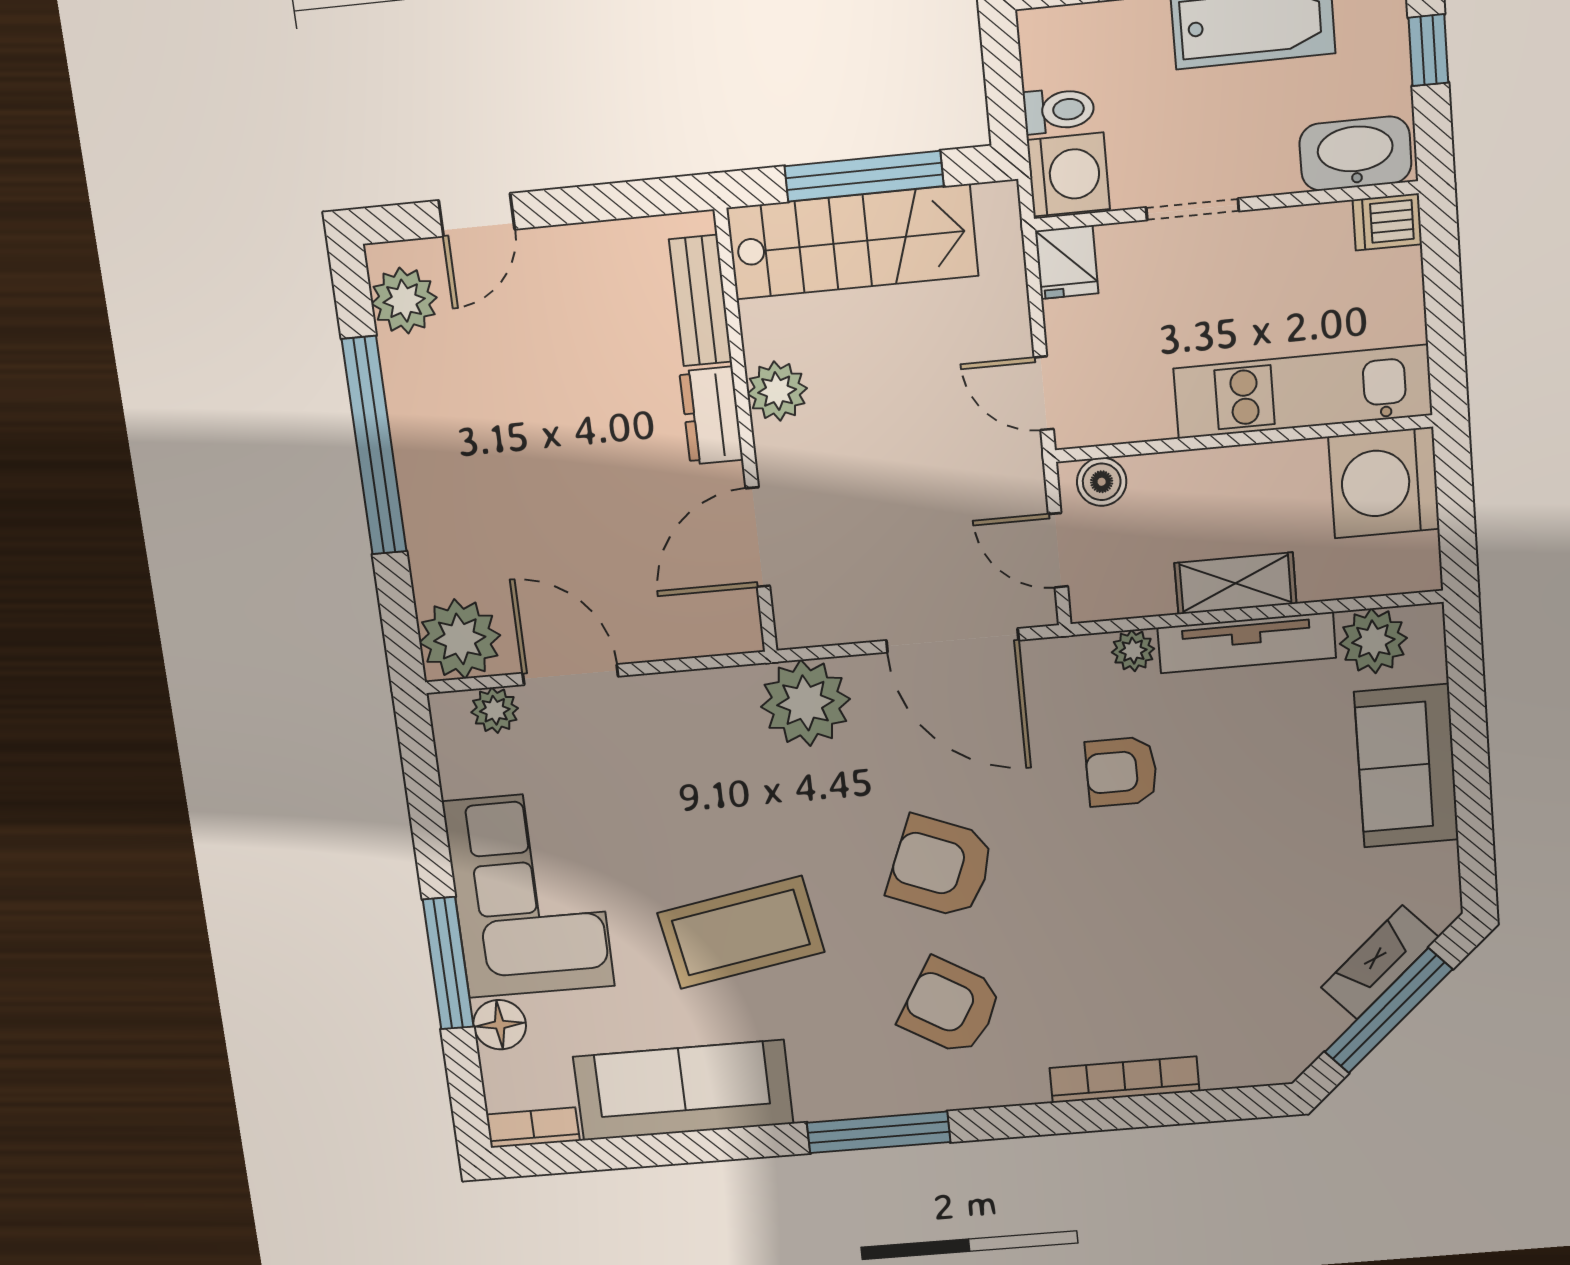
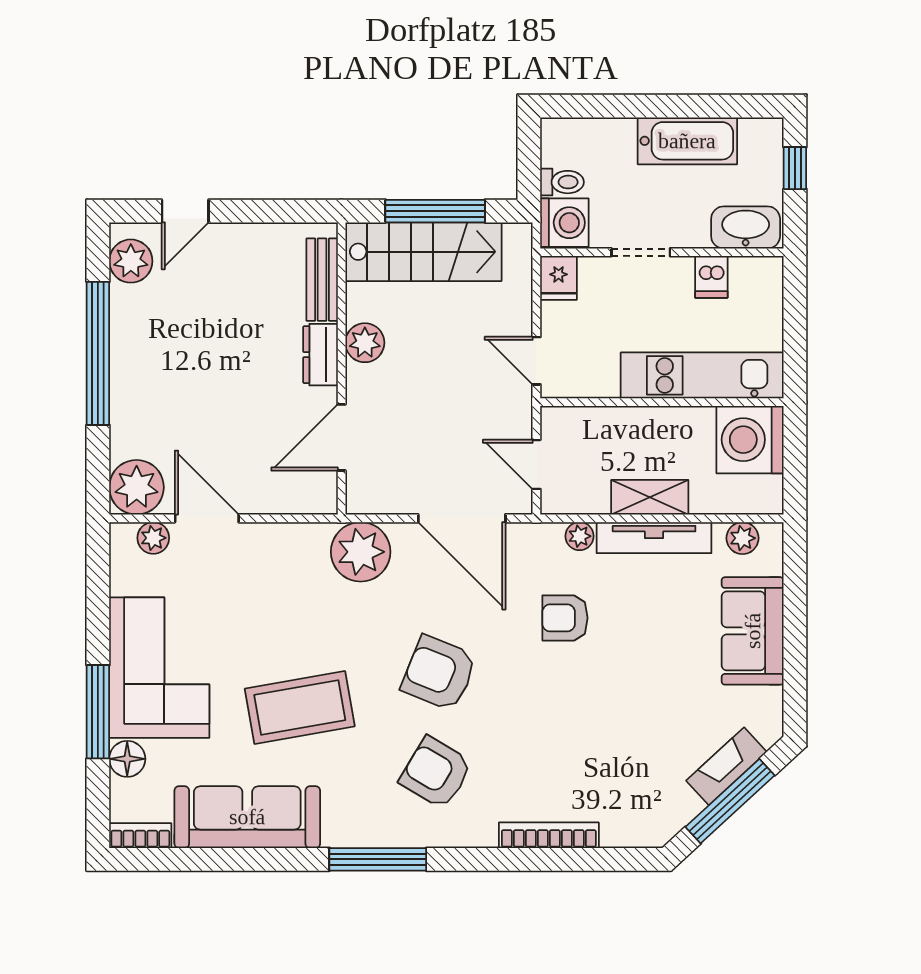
dishwasher: (1387, 222) -> (711, 277), moved, turned -90
boiler: (1102, 482) -> (569, 422), removed
plant: (1373, 641) -> (742, 538), width x0.73, depth x0.73

